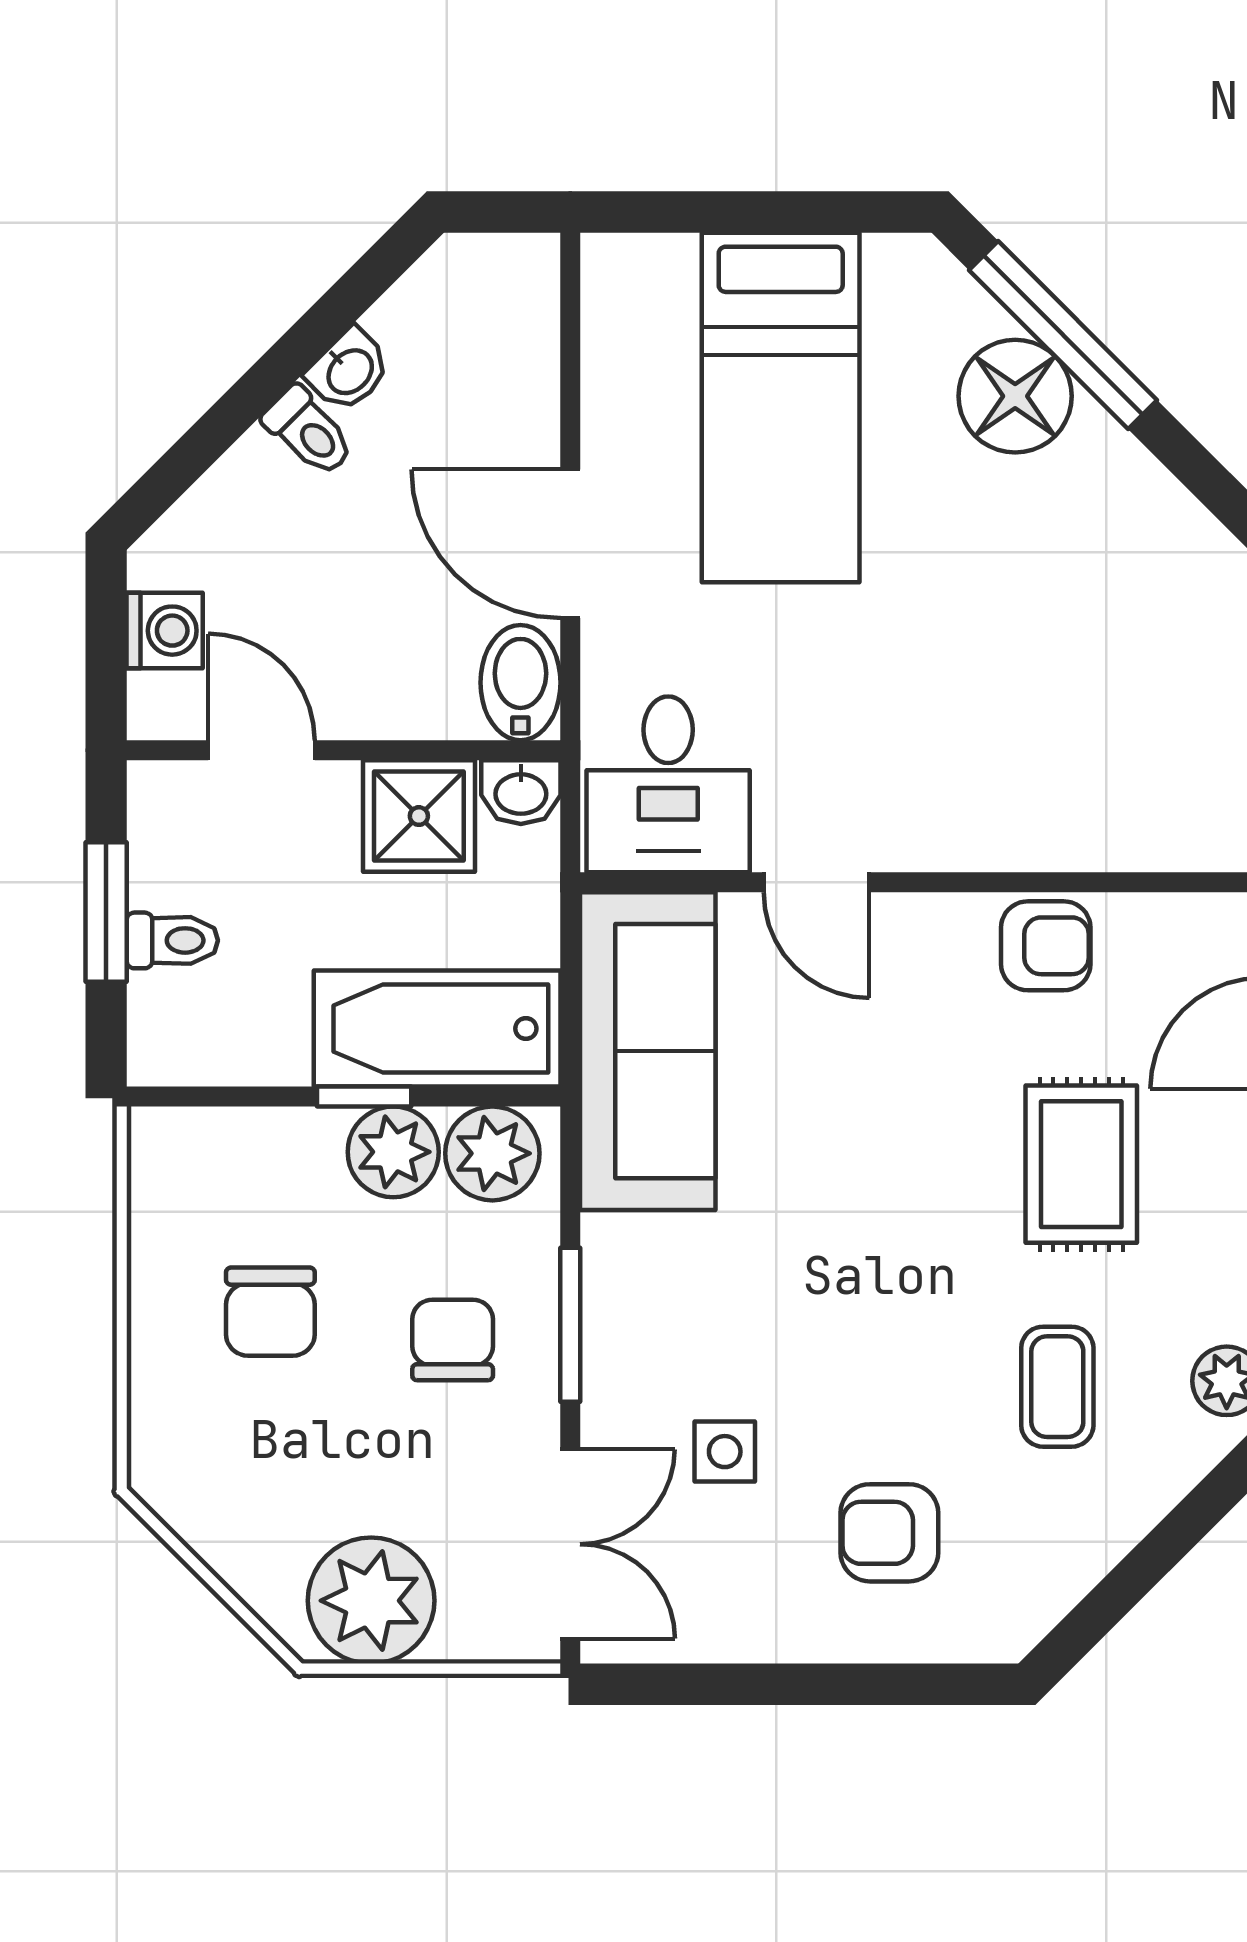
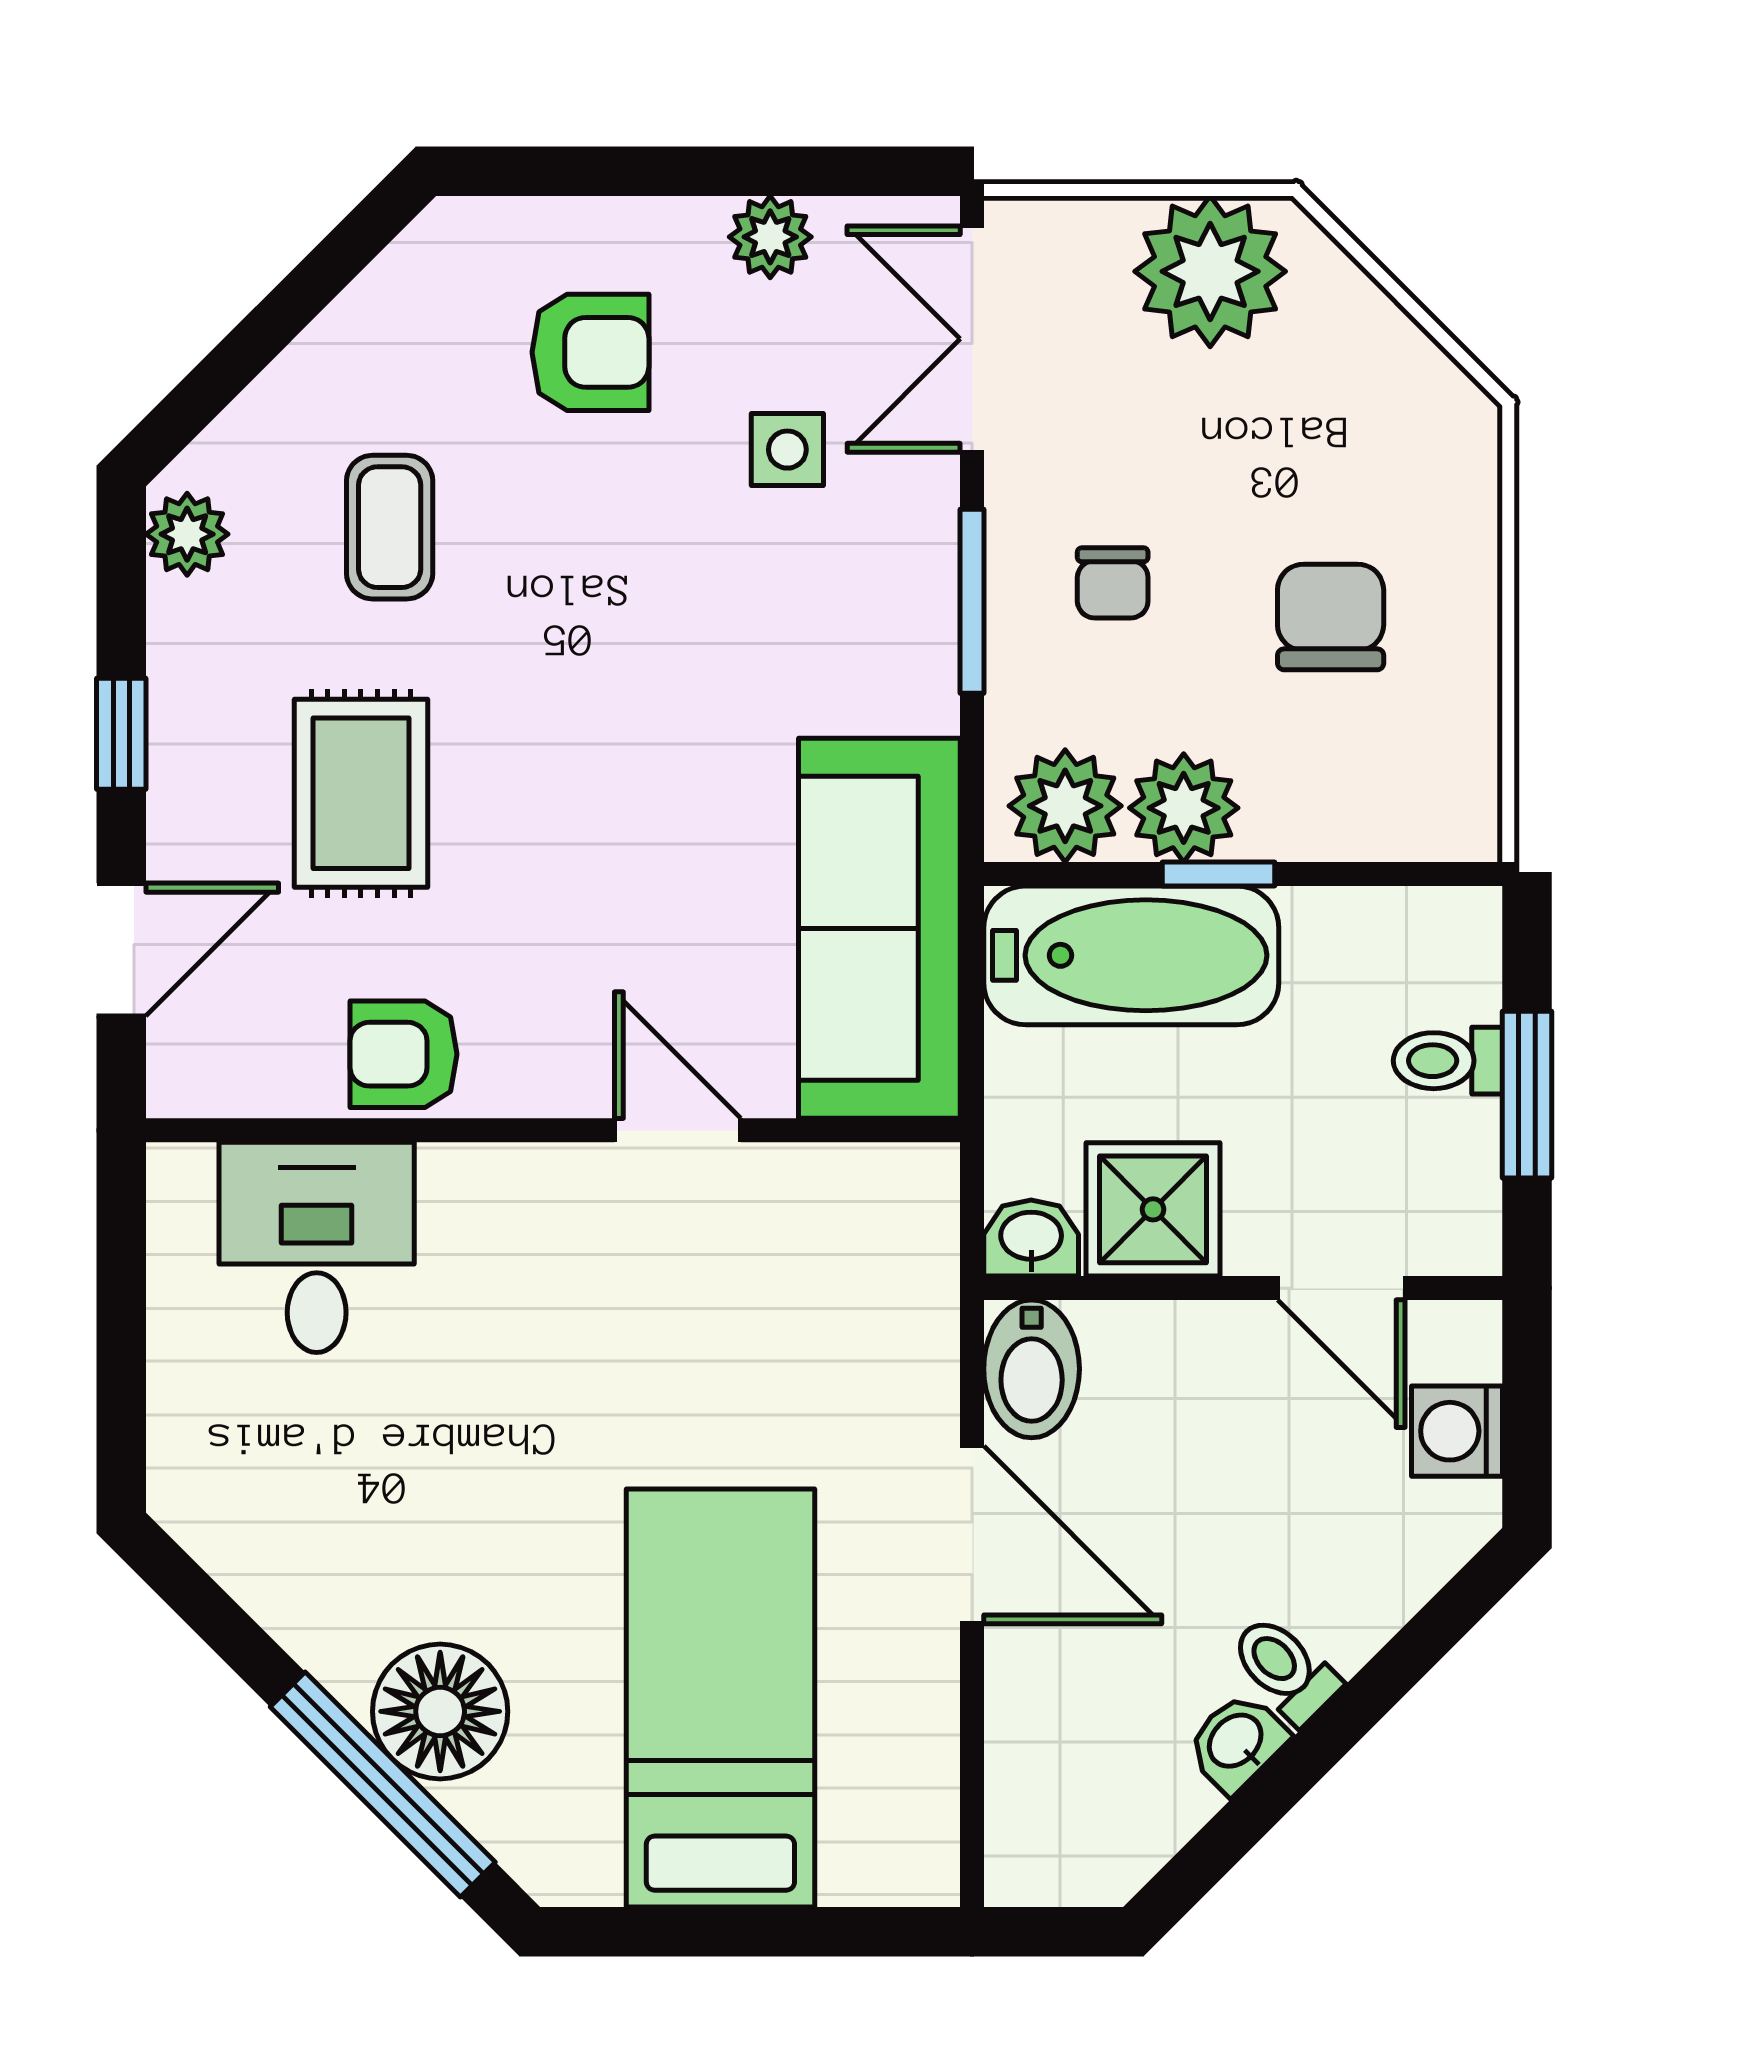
desk: (668, 784) -> (317, 1247), moved
chair: (453, 1340) -> (1113, 583), width x0.73, depth x0.73
plant: (739, 1629) -> (770, 237), added

